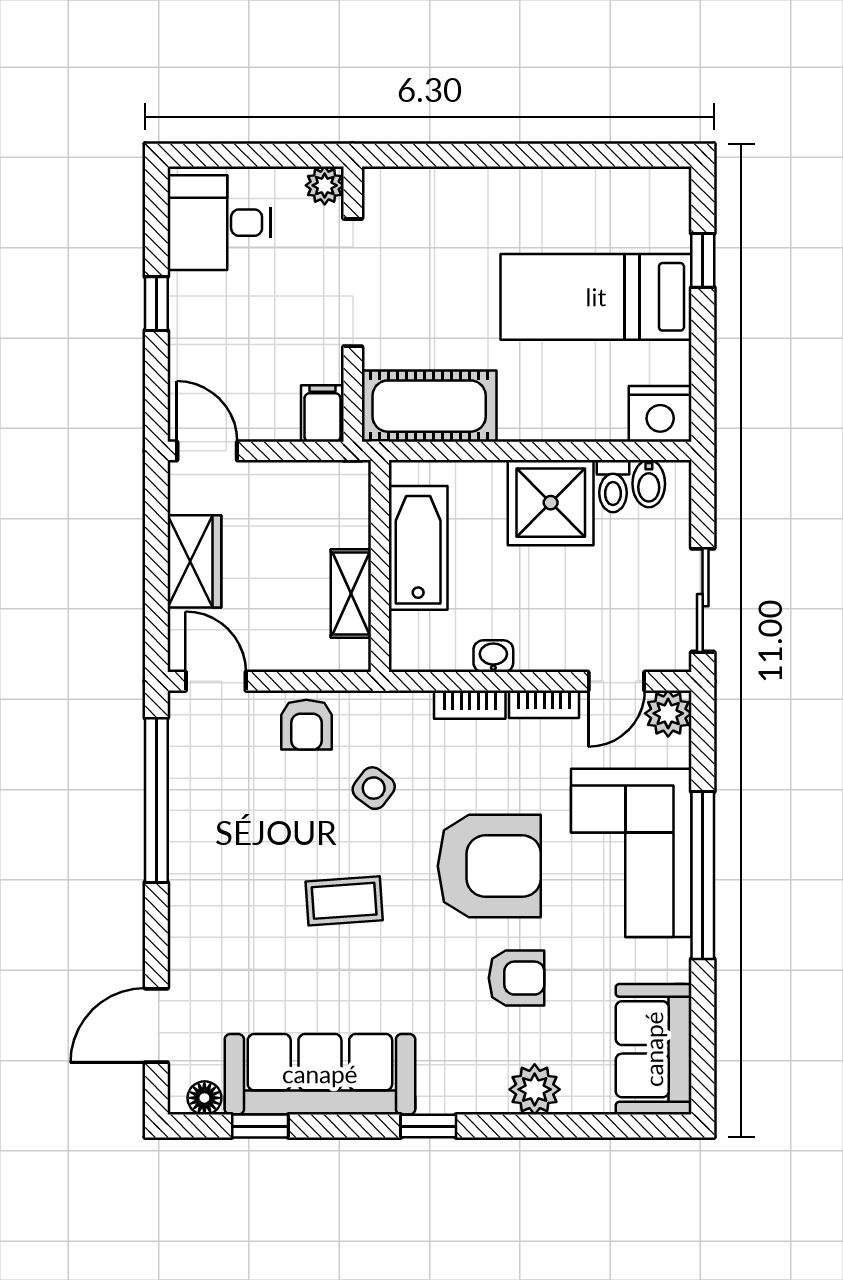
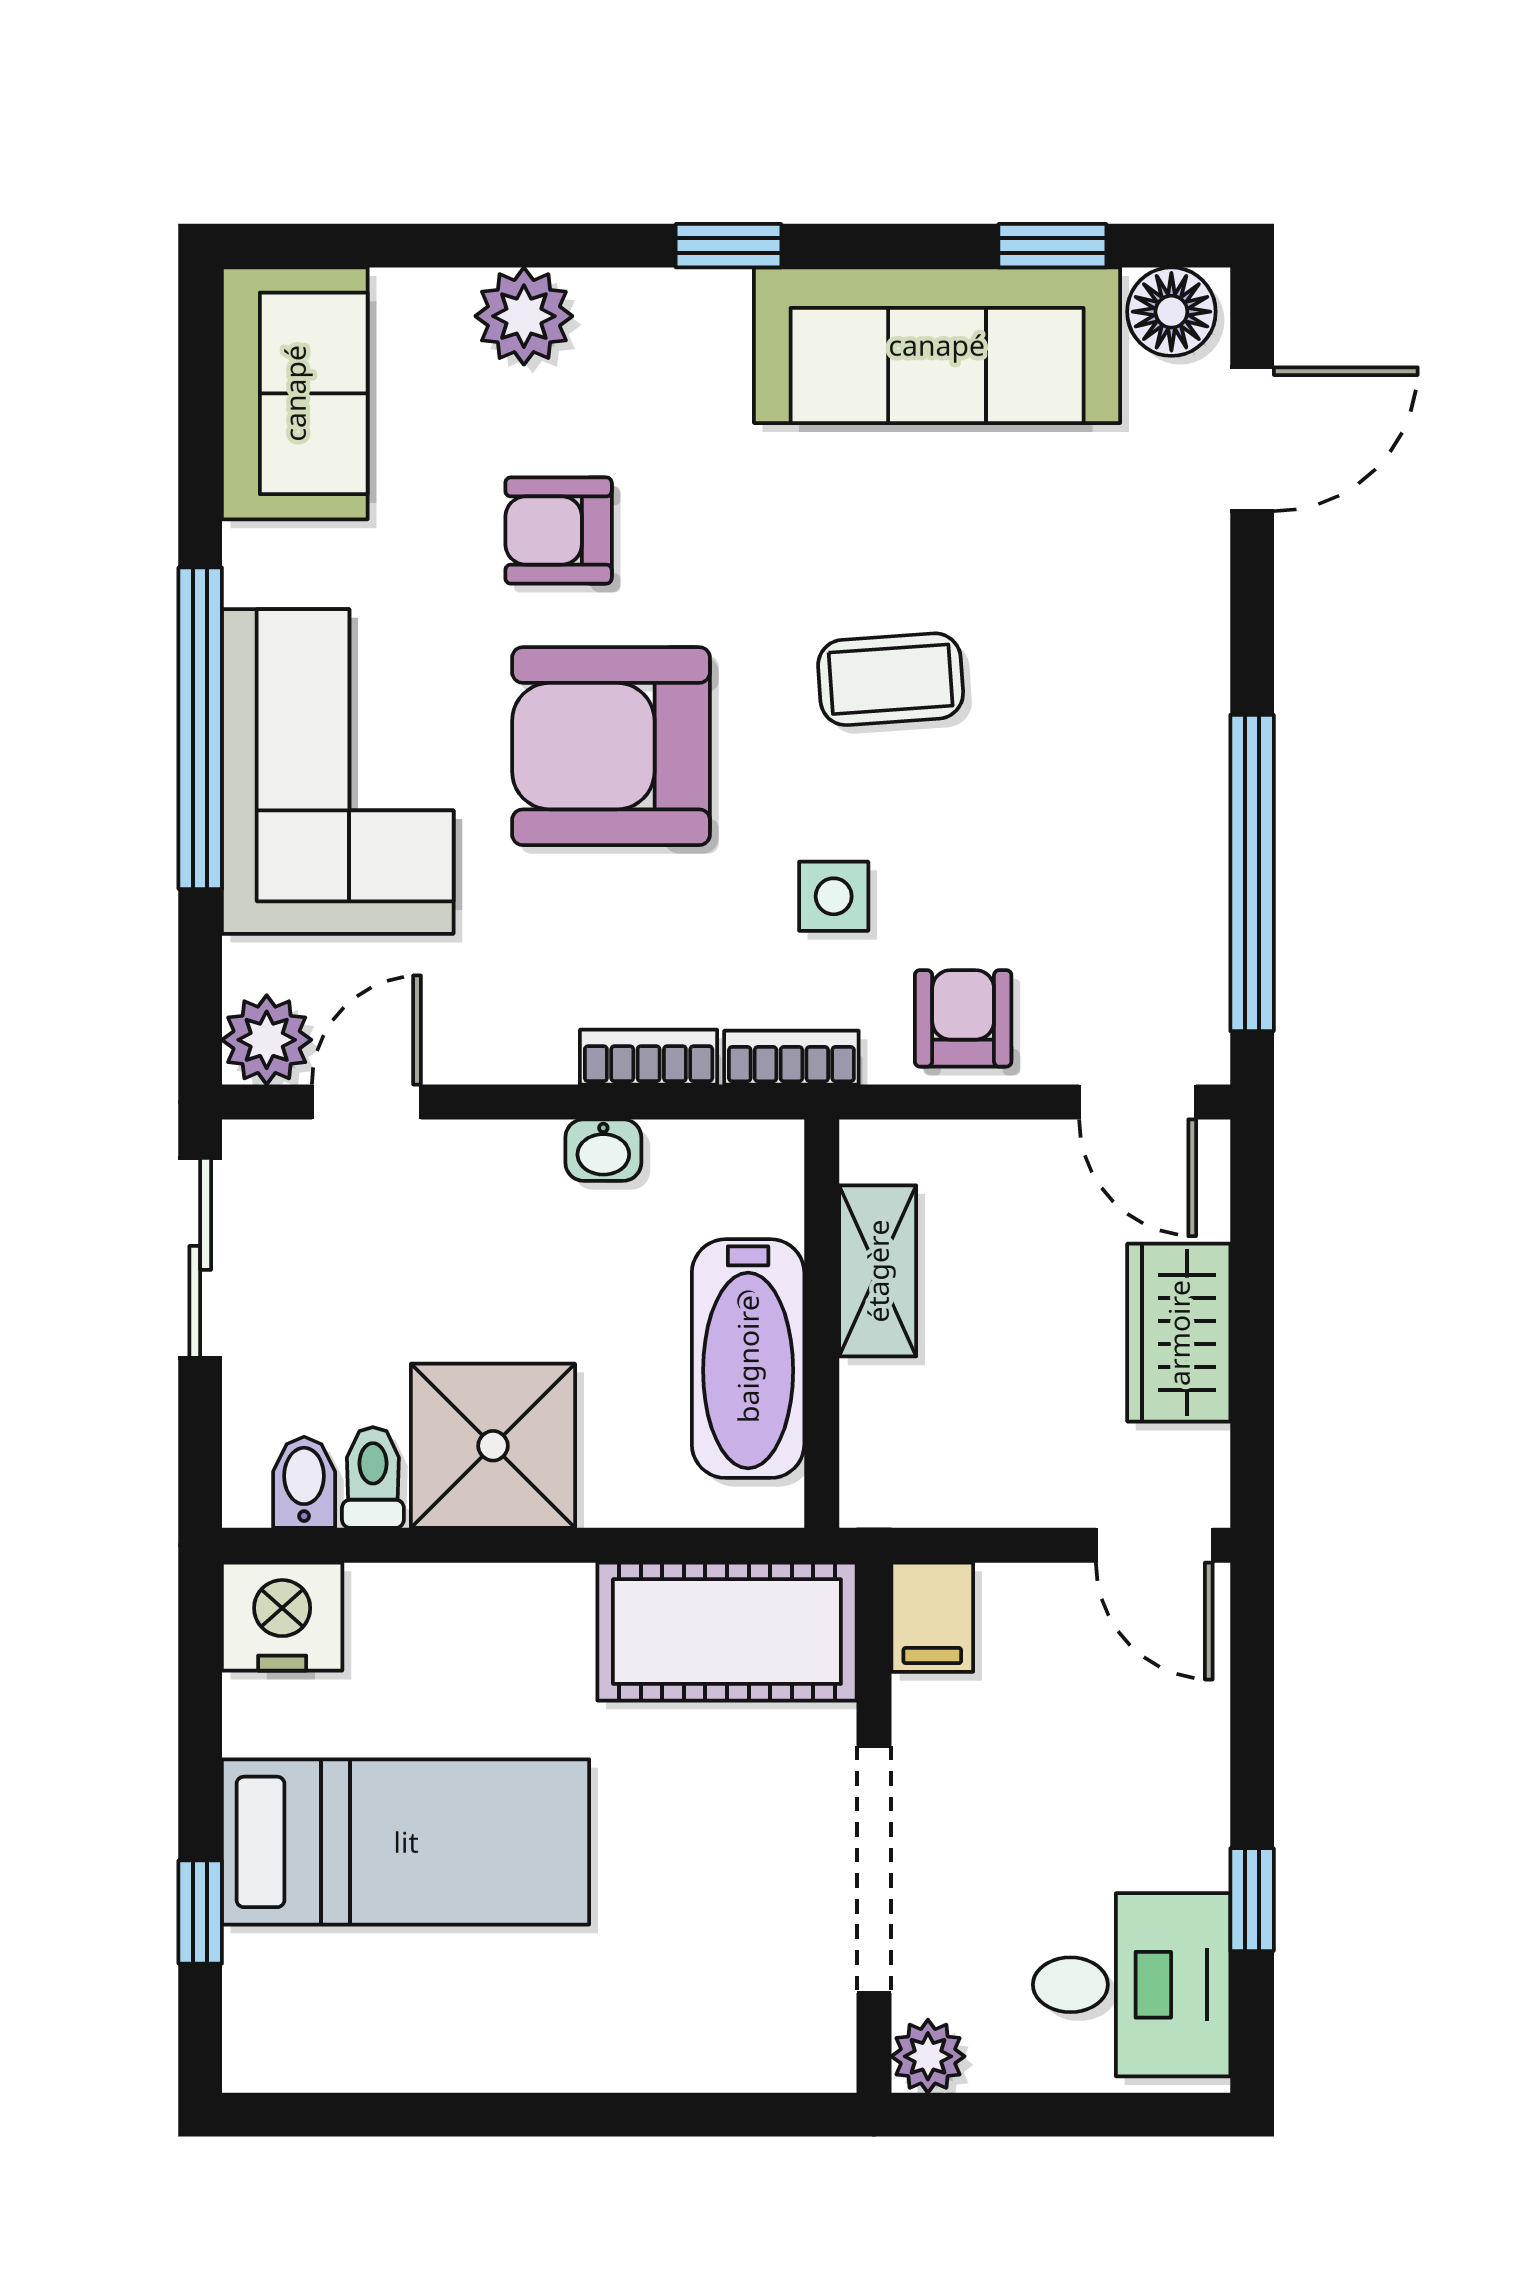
window: (156, 304) -> (1252, 1900), moved
bookcase: (544, 704) -> (791, 1058), moved
side table: (374, 788) -> (834, 896), turned -37
floor lamp: (204, 1098) -> (1171, 312), width x1.37, depth x1.37

